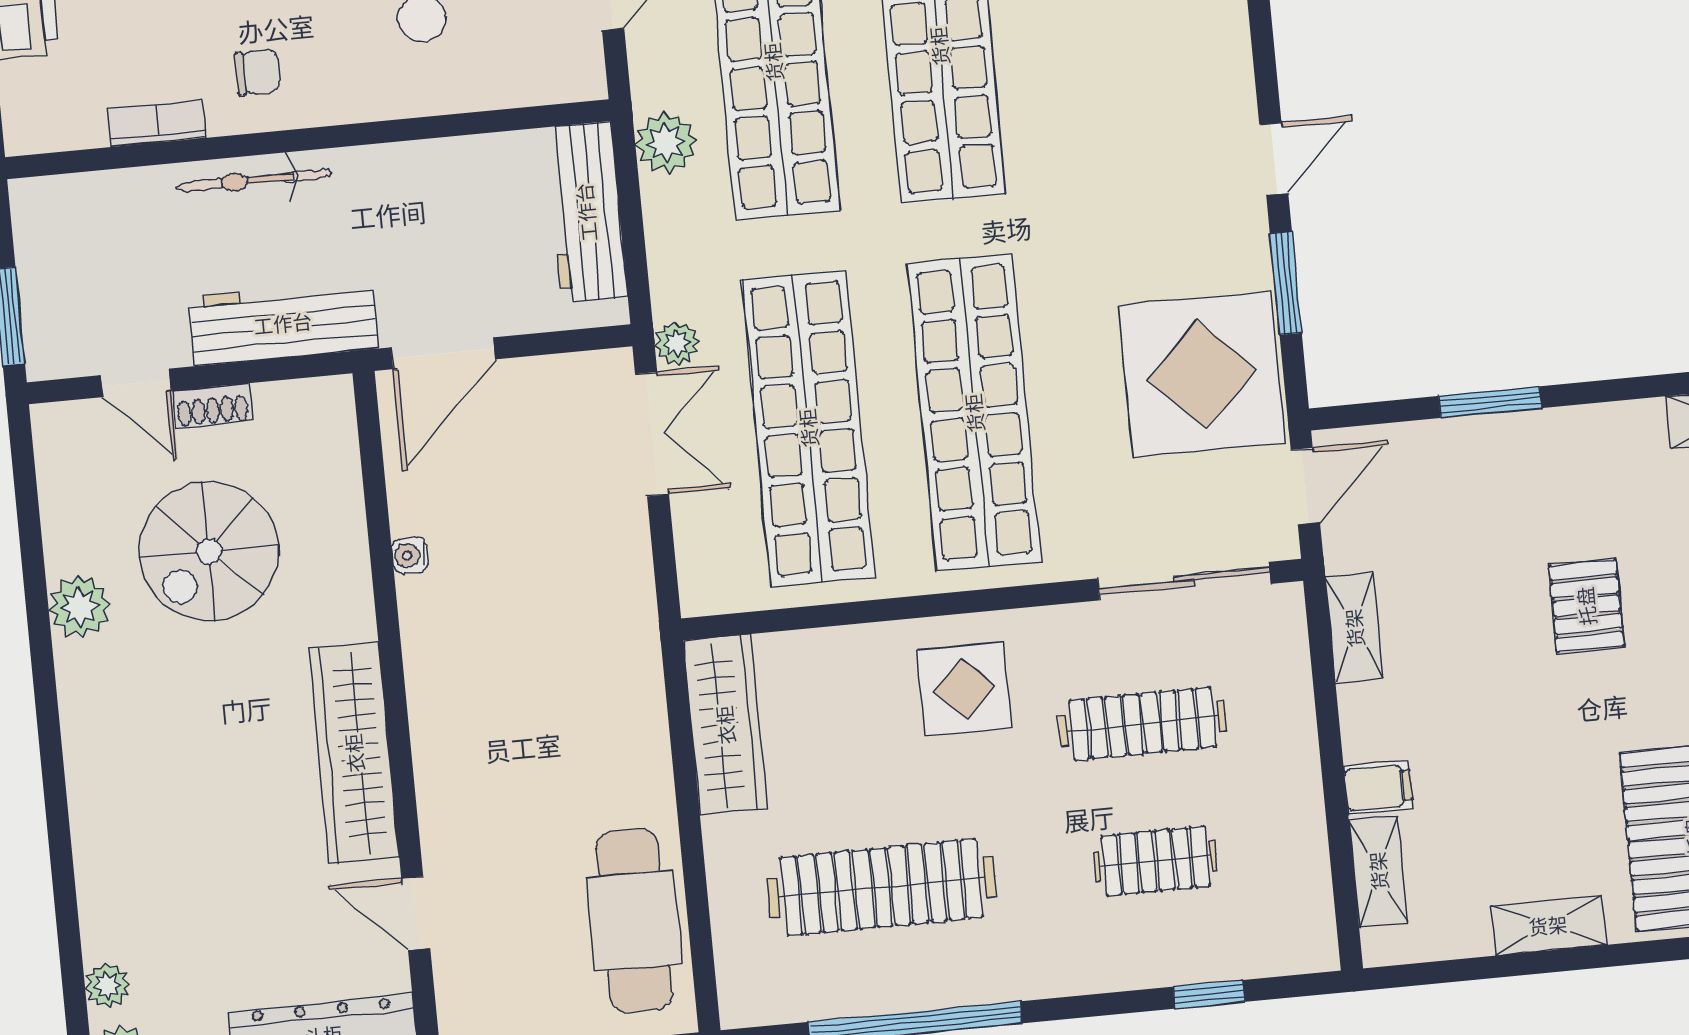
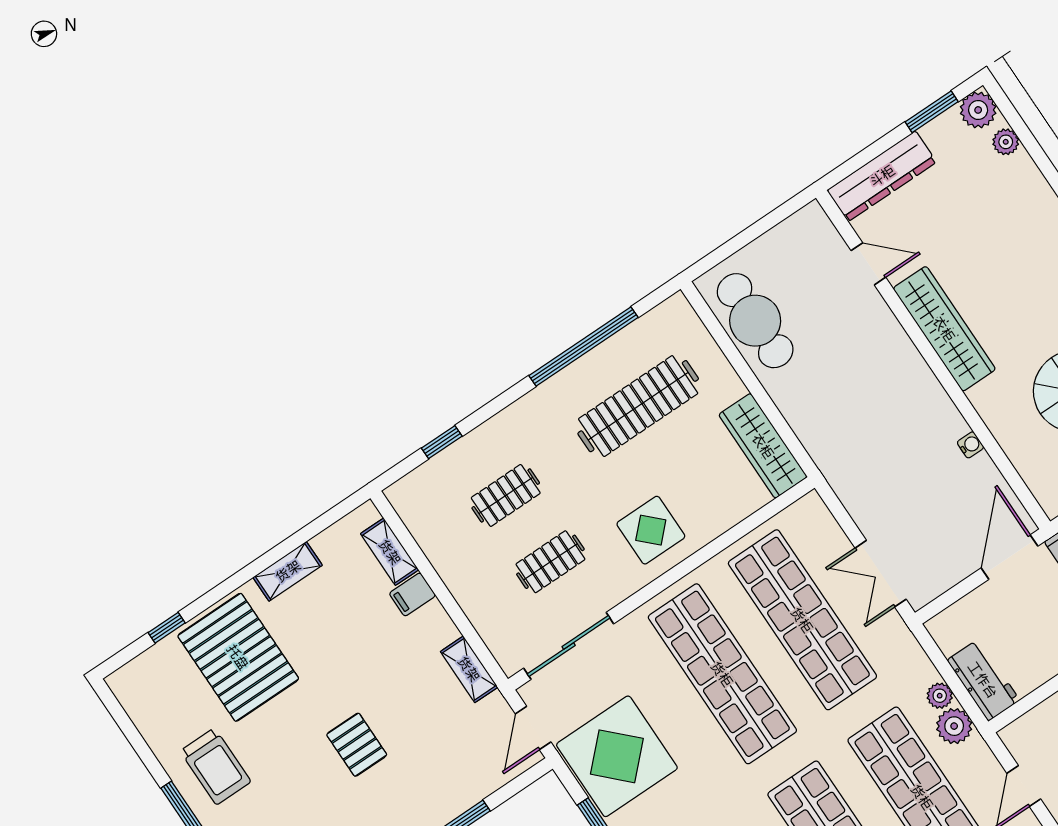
workbench: (586, 212) -> (983, 680), width x0.73
plant: (677, 343) -> (940, 696), moved
clothes rail: (1142, 724) -> (550, 562), width x0.73

